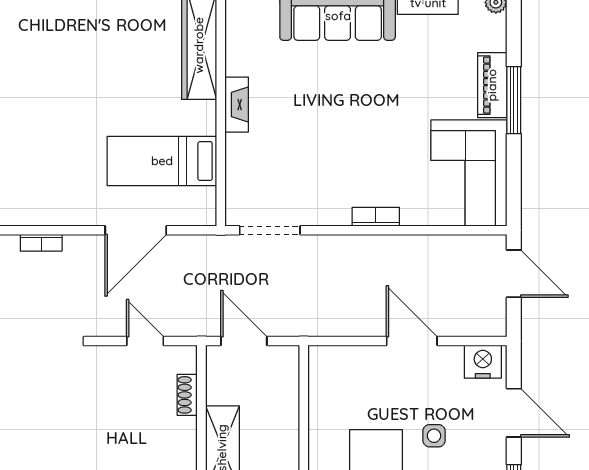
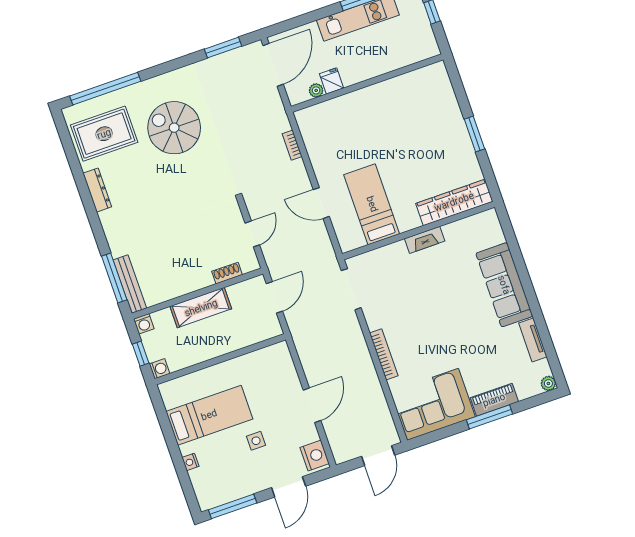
bookcase: (376, 217) -> (384, 354), width x1.56
door: (136, 230) -> (321, 203), width x0.73

